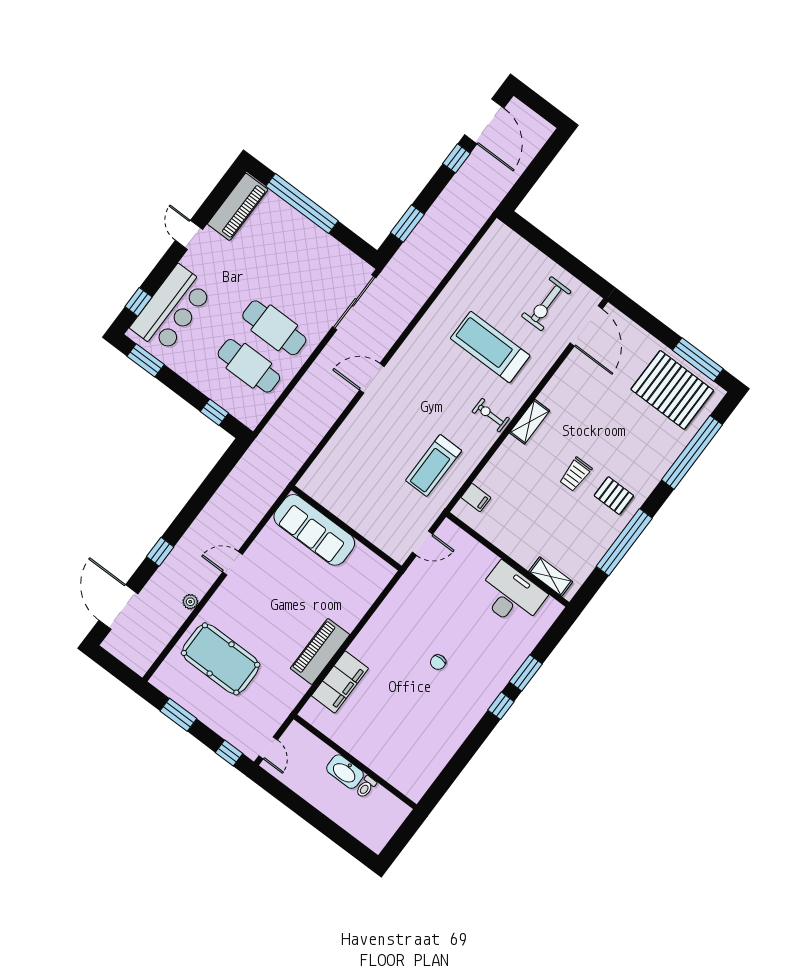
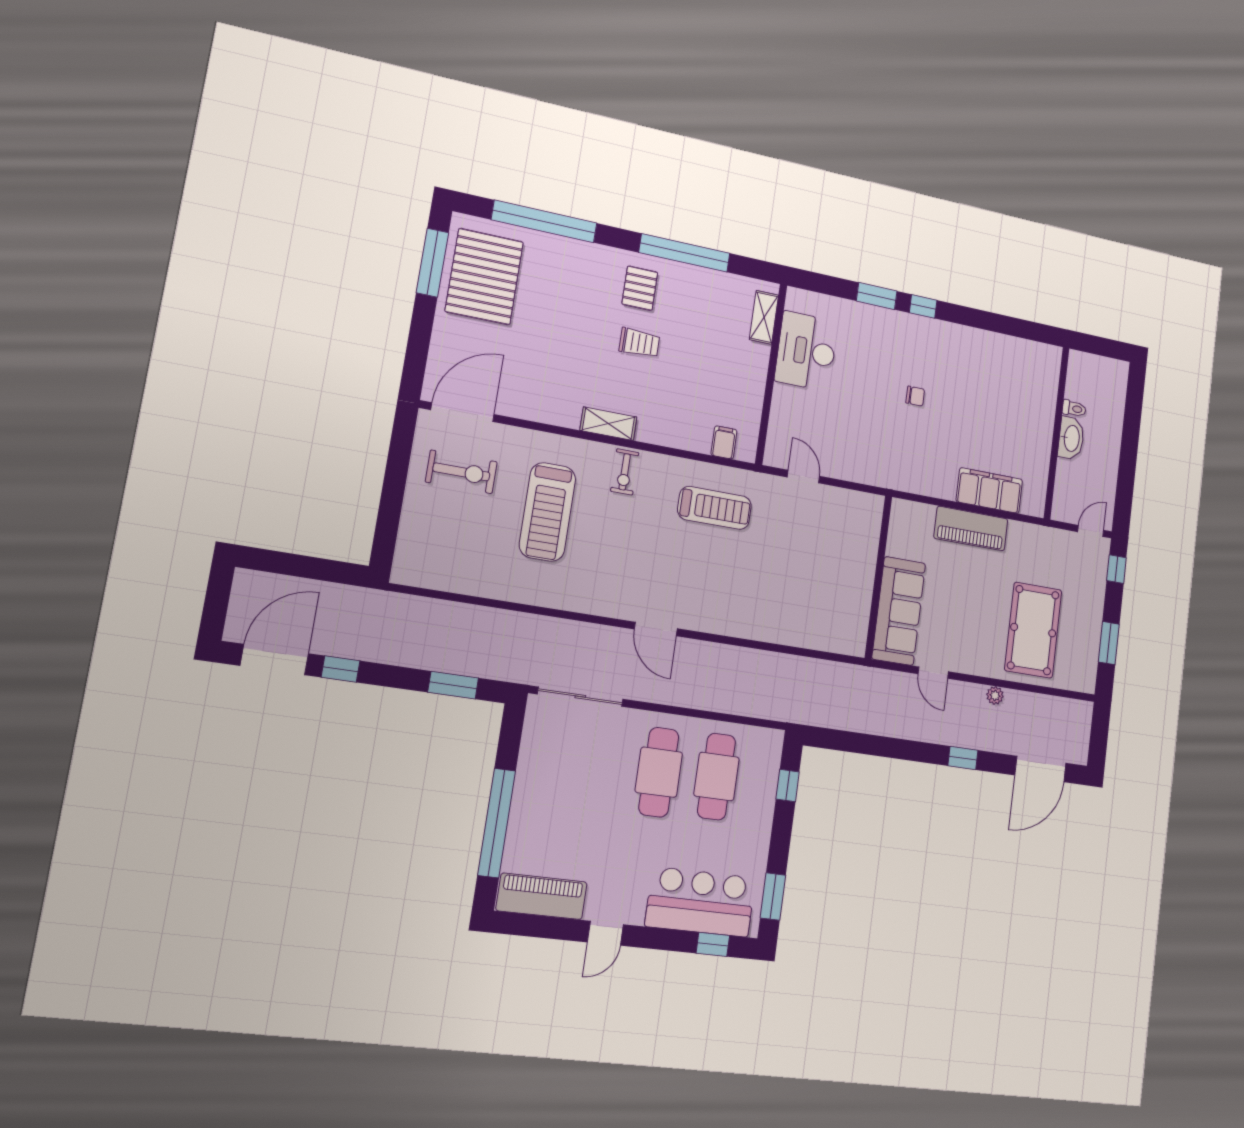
wall: (346, 528) -> (878, 577), moved
sofa: (314, 530) -> (899, 611), moved

